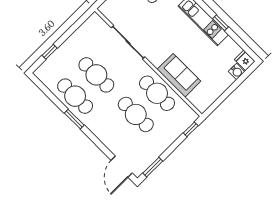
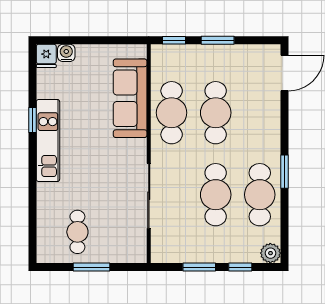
window: (69, 32) -> (199, 267), added
plant: (42, 73) -> (270, 253), added
sofa: (179, 75) -> (130, 98), width x1.36
window: (153, 167) -> (218, 40), moved

